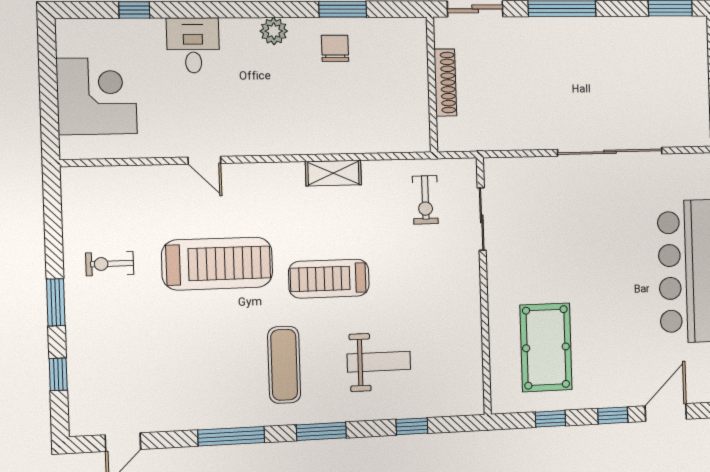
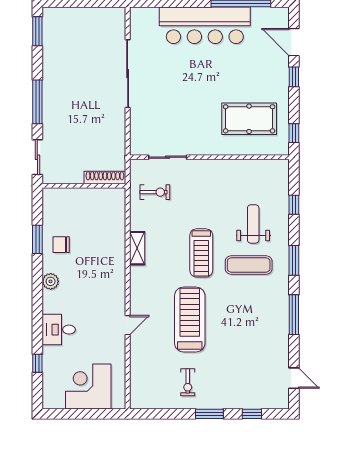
shoe rack: (445, 83) -> (105, 177), moved
exercise mat: (284, 365) -> (249, 265), moved
window: (550, 419) -> (294, 133), moved

